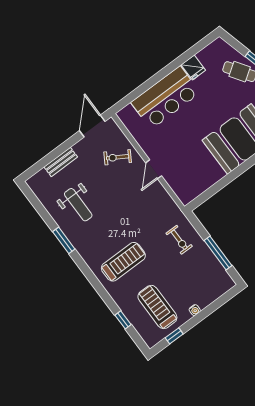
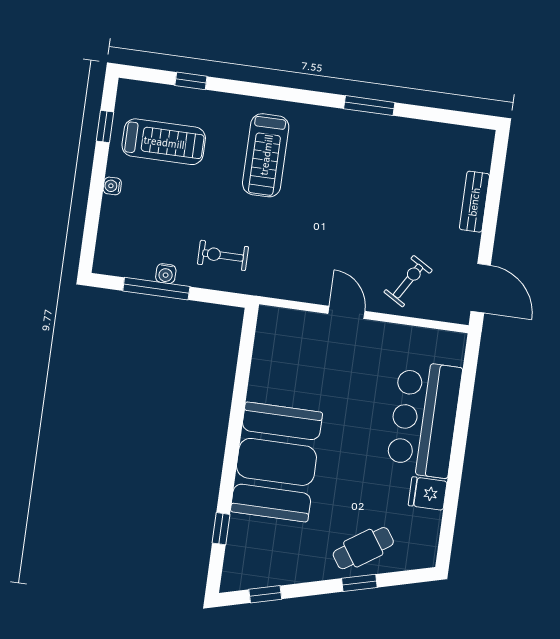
weight bench: (78, 205) -> (397, 170), removed
water cooler: (208, 255) -> (166, 274), added

